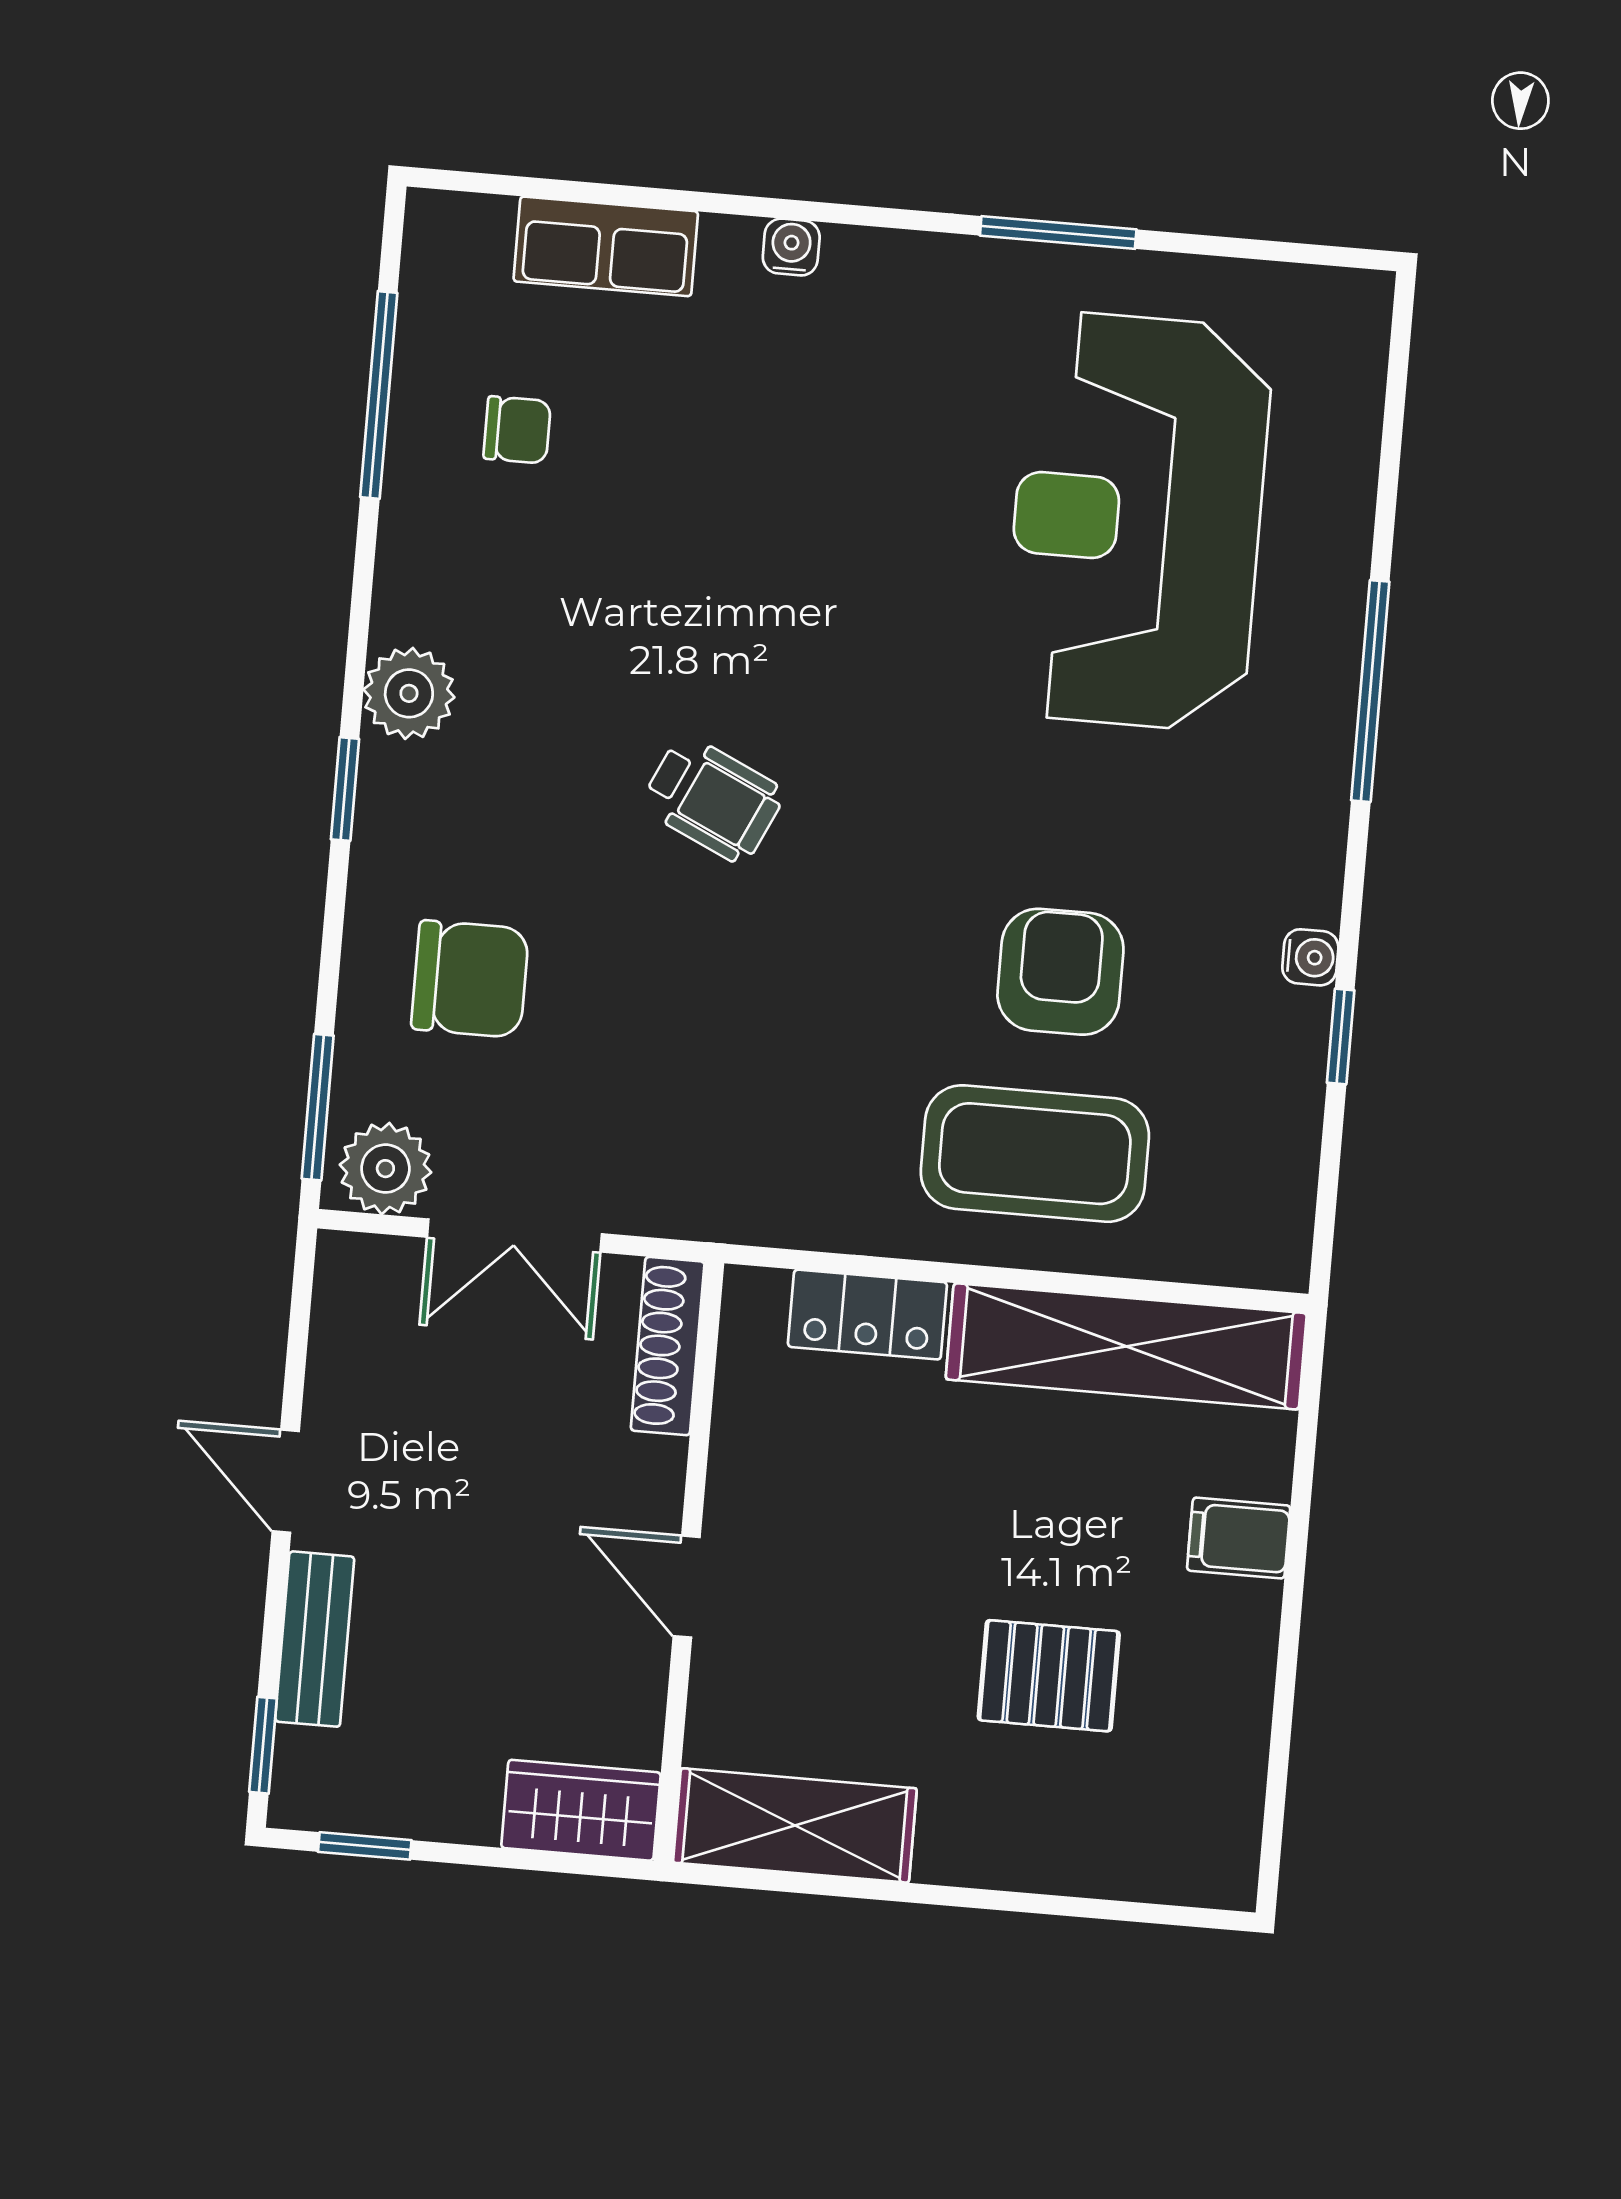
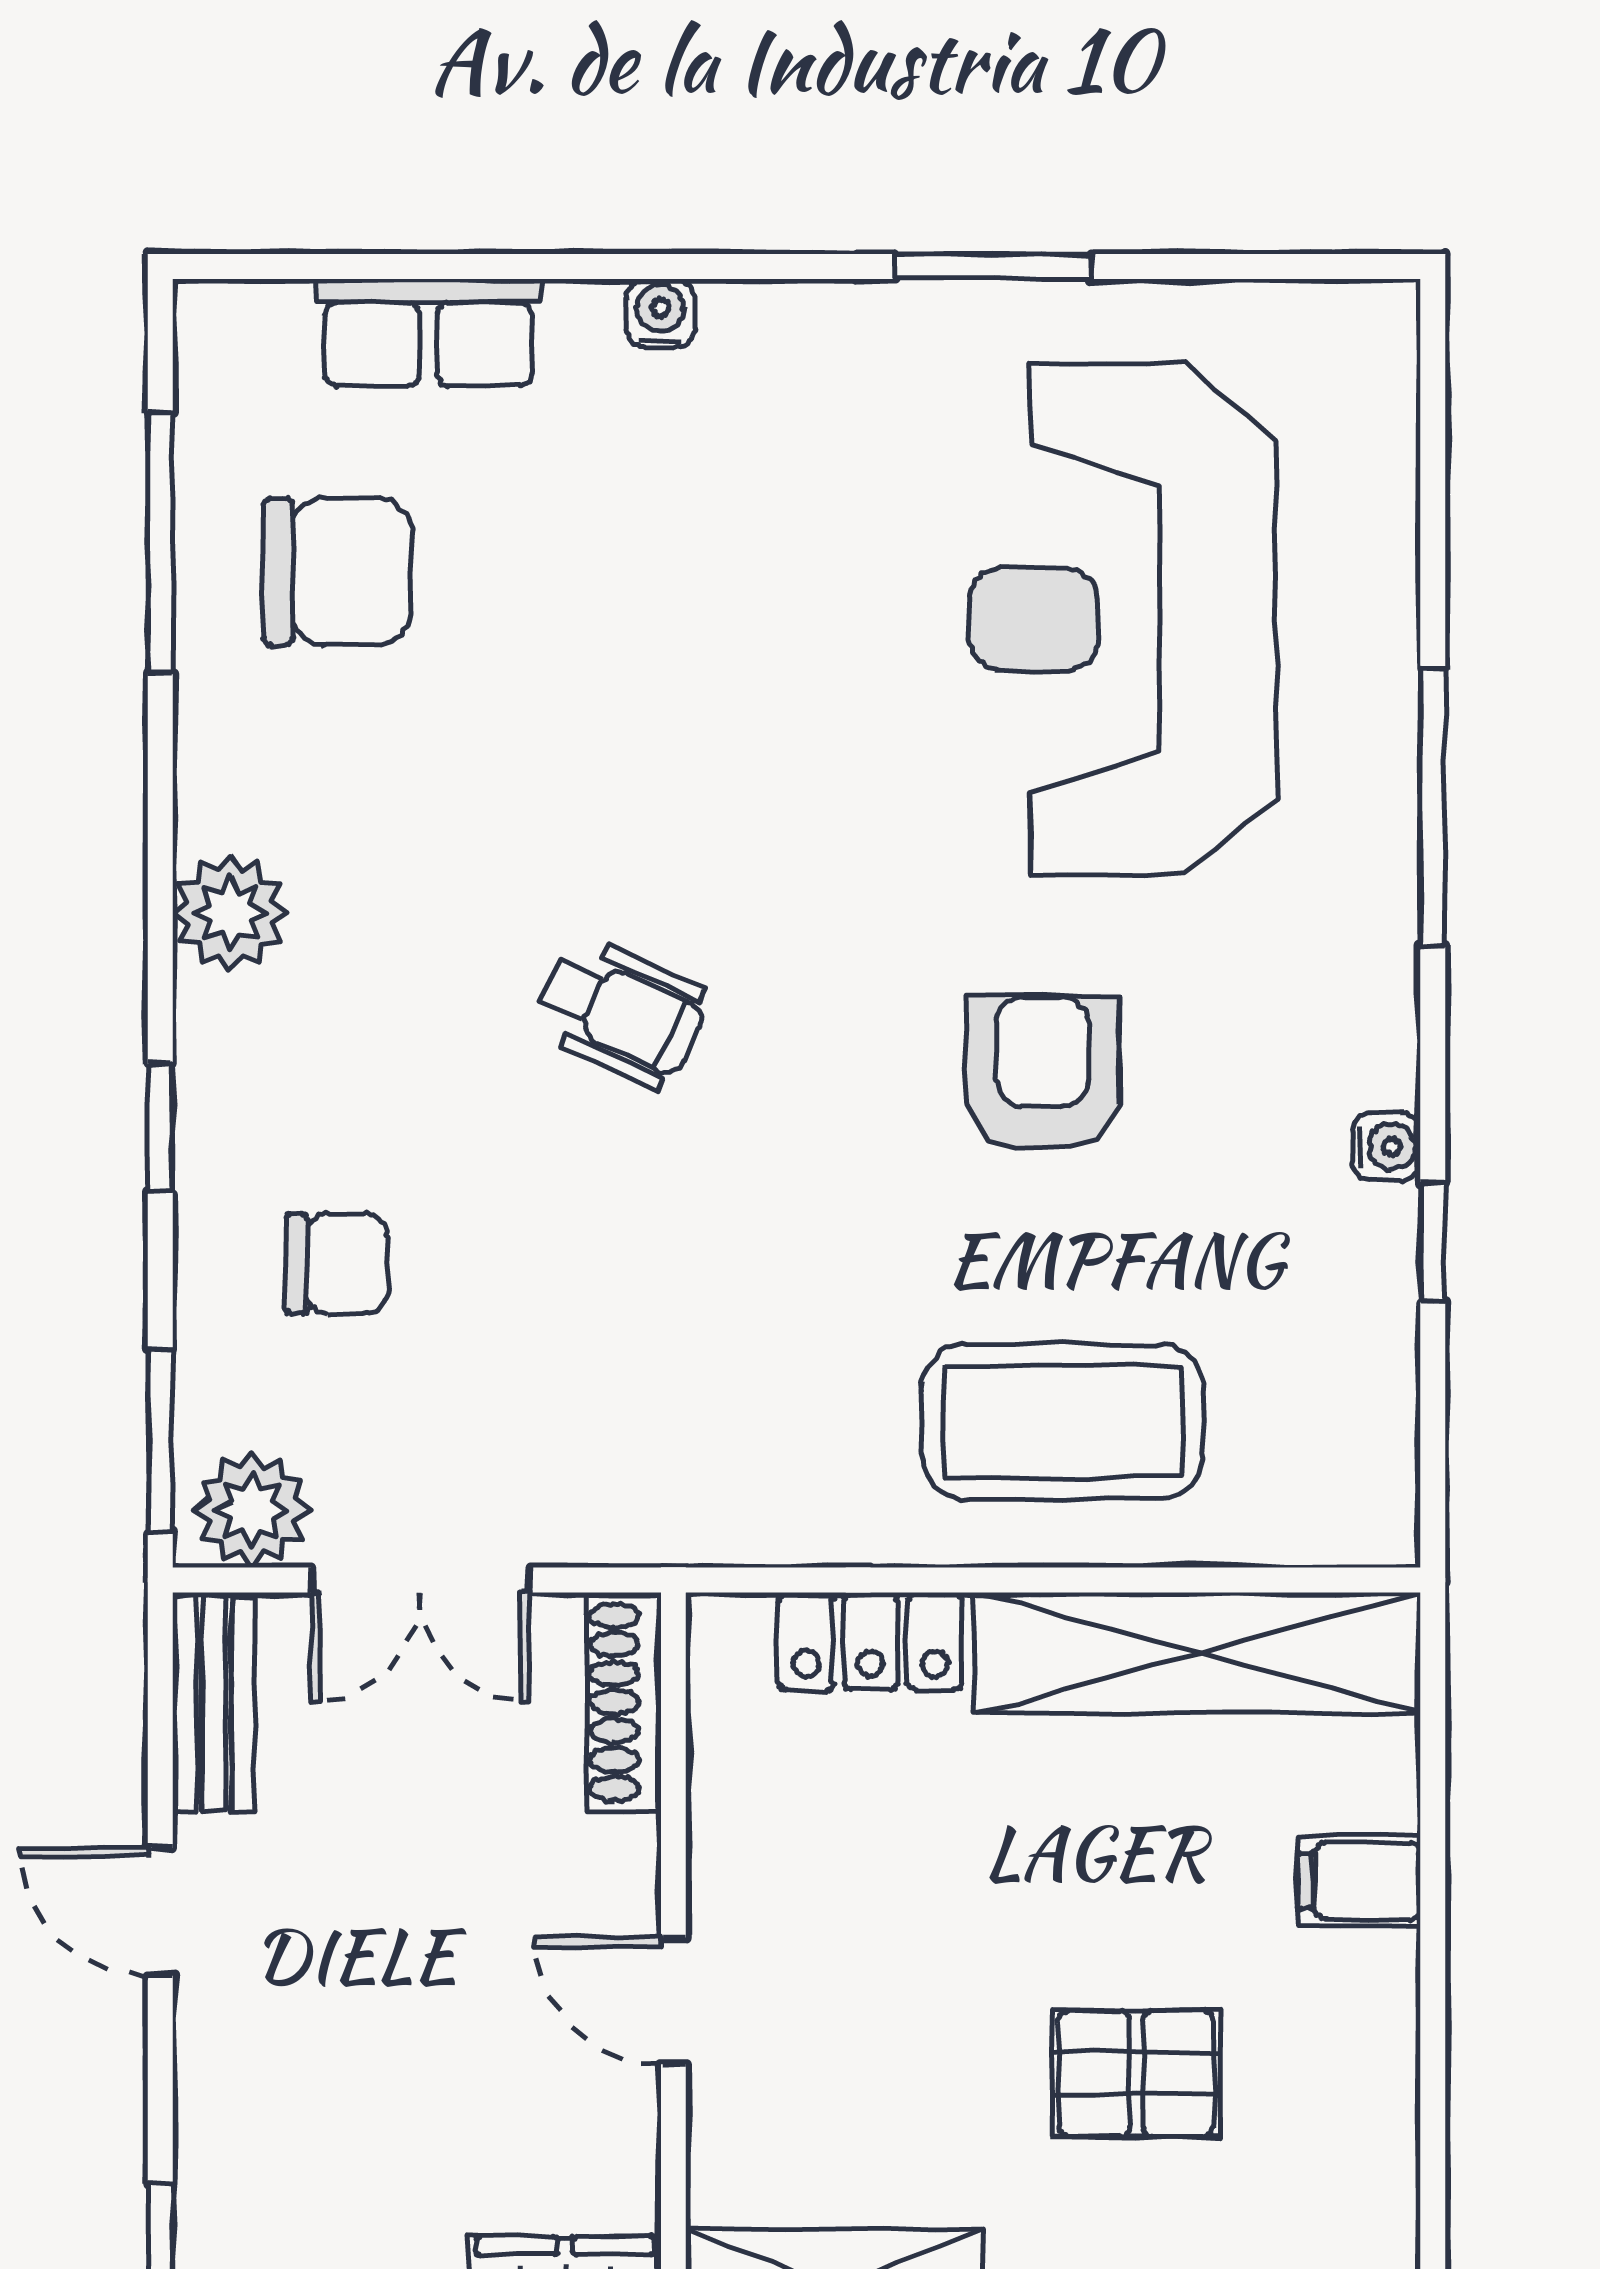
chair: (517, 430) -> (337, 572), width x1.87, depth x1.87
window: (345, 789) -> (160, 1128), moved
armchair: (1060, 972) -> (1042, 1073), moved
chair: (470, 979) -> (337, 1264), width x0.73, depth x0.73
bench: (315, 1639) -> (214, 1704), moved

